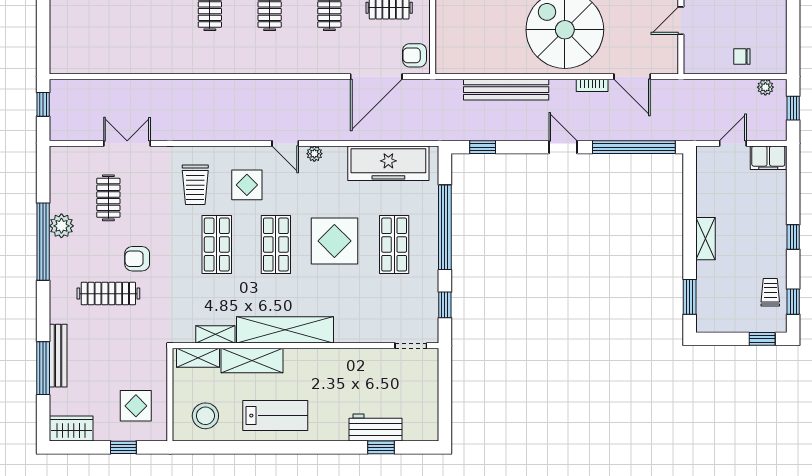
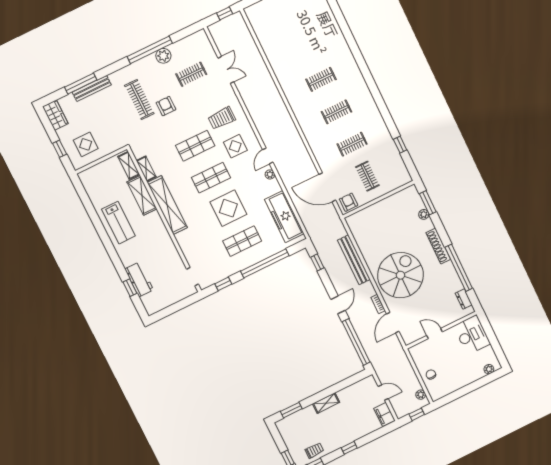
stool: (205, 416) -> (99, 185), removed

